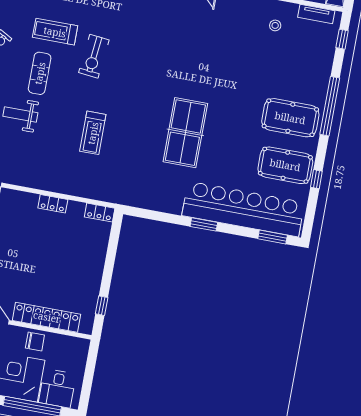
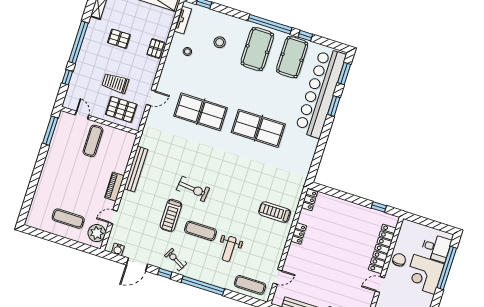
table tennis table: (197, 53) -> (201, 112), added
stool: (293, 67) -> (220, 42), added
window: (330, 106) -> (270, 24), moved
treadmill: (93, 133) -> (275, 212), moved, turned 180
window: (204, 224) -> (334, 106), moved

